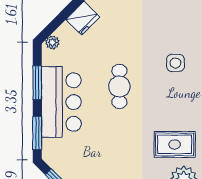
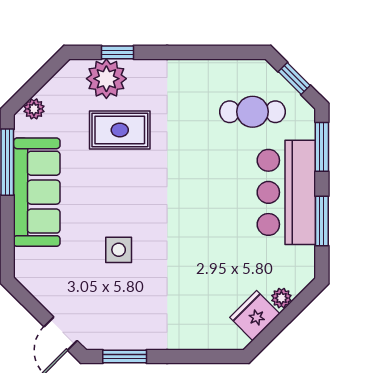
plant: (52, 42) -> (281, 298), moved
cafe table: (119, 86) -> (253, 112), moved, turned 90

